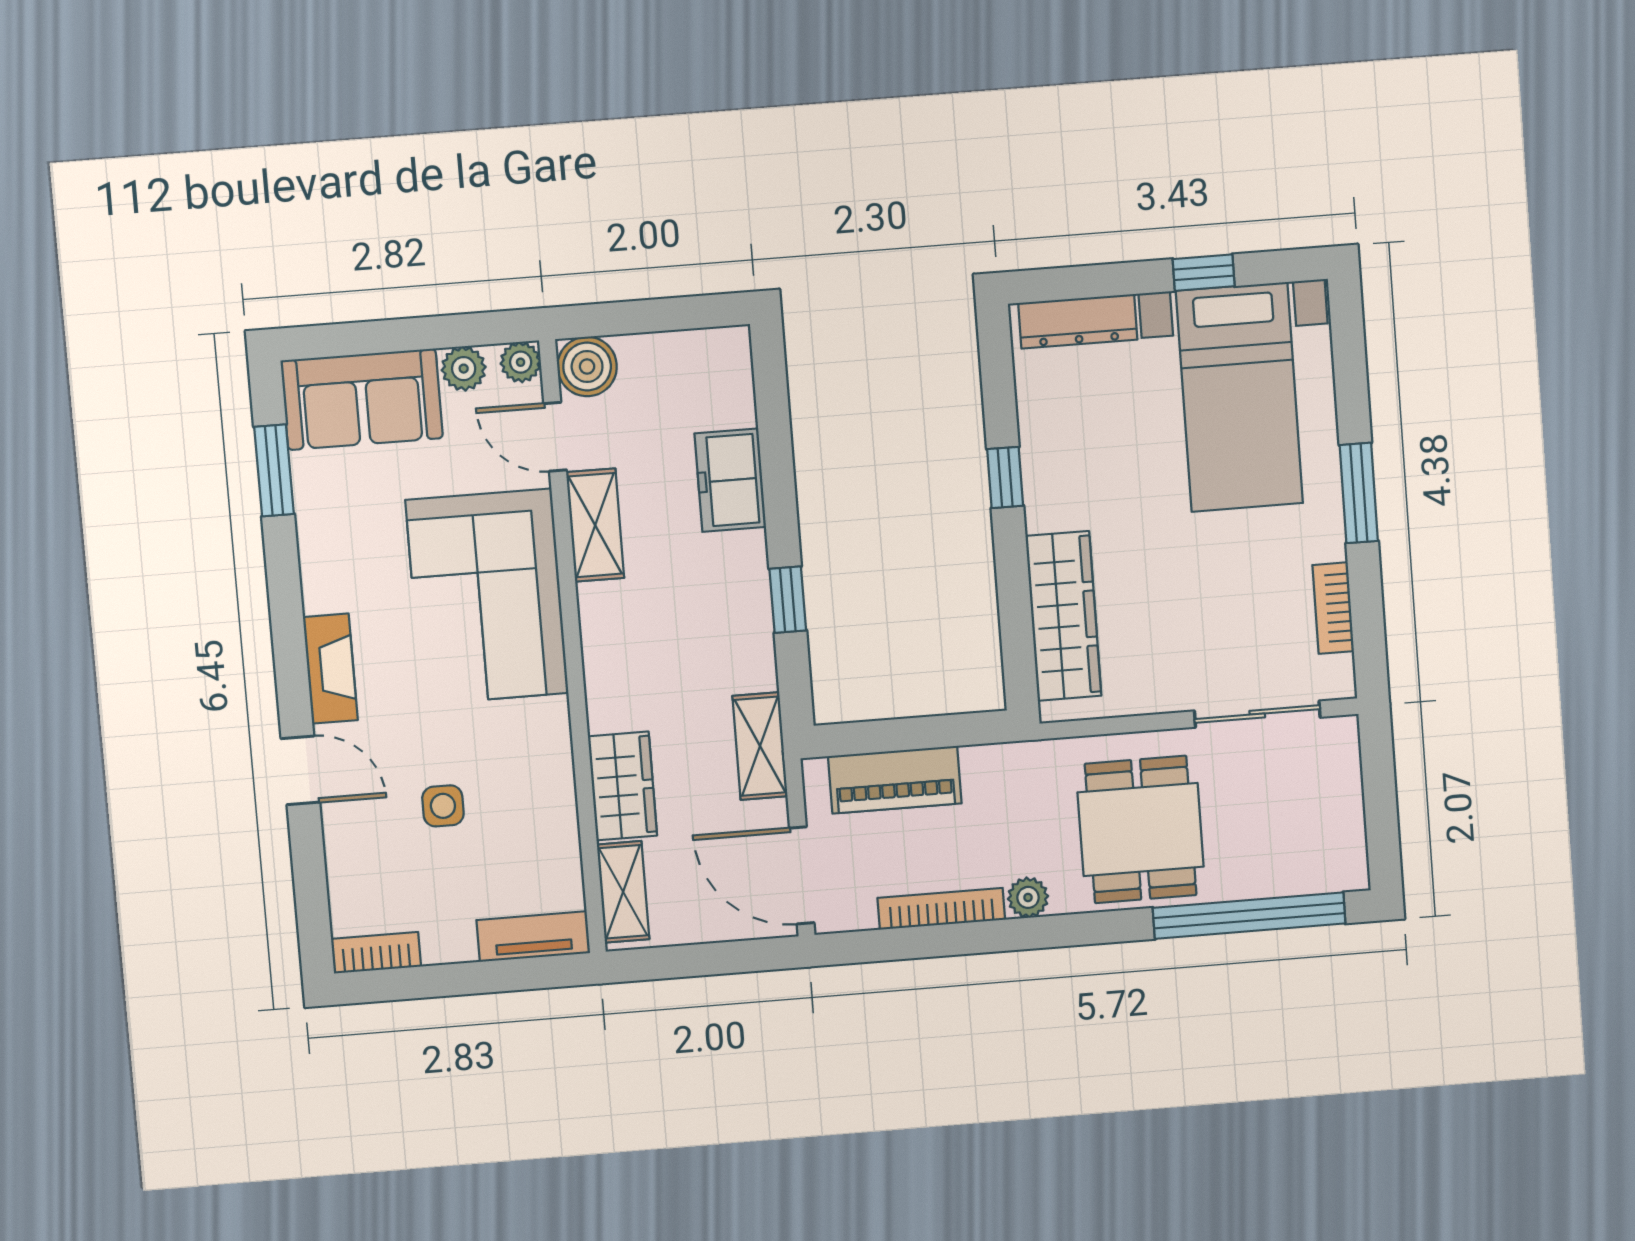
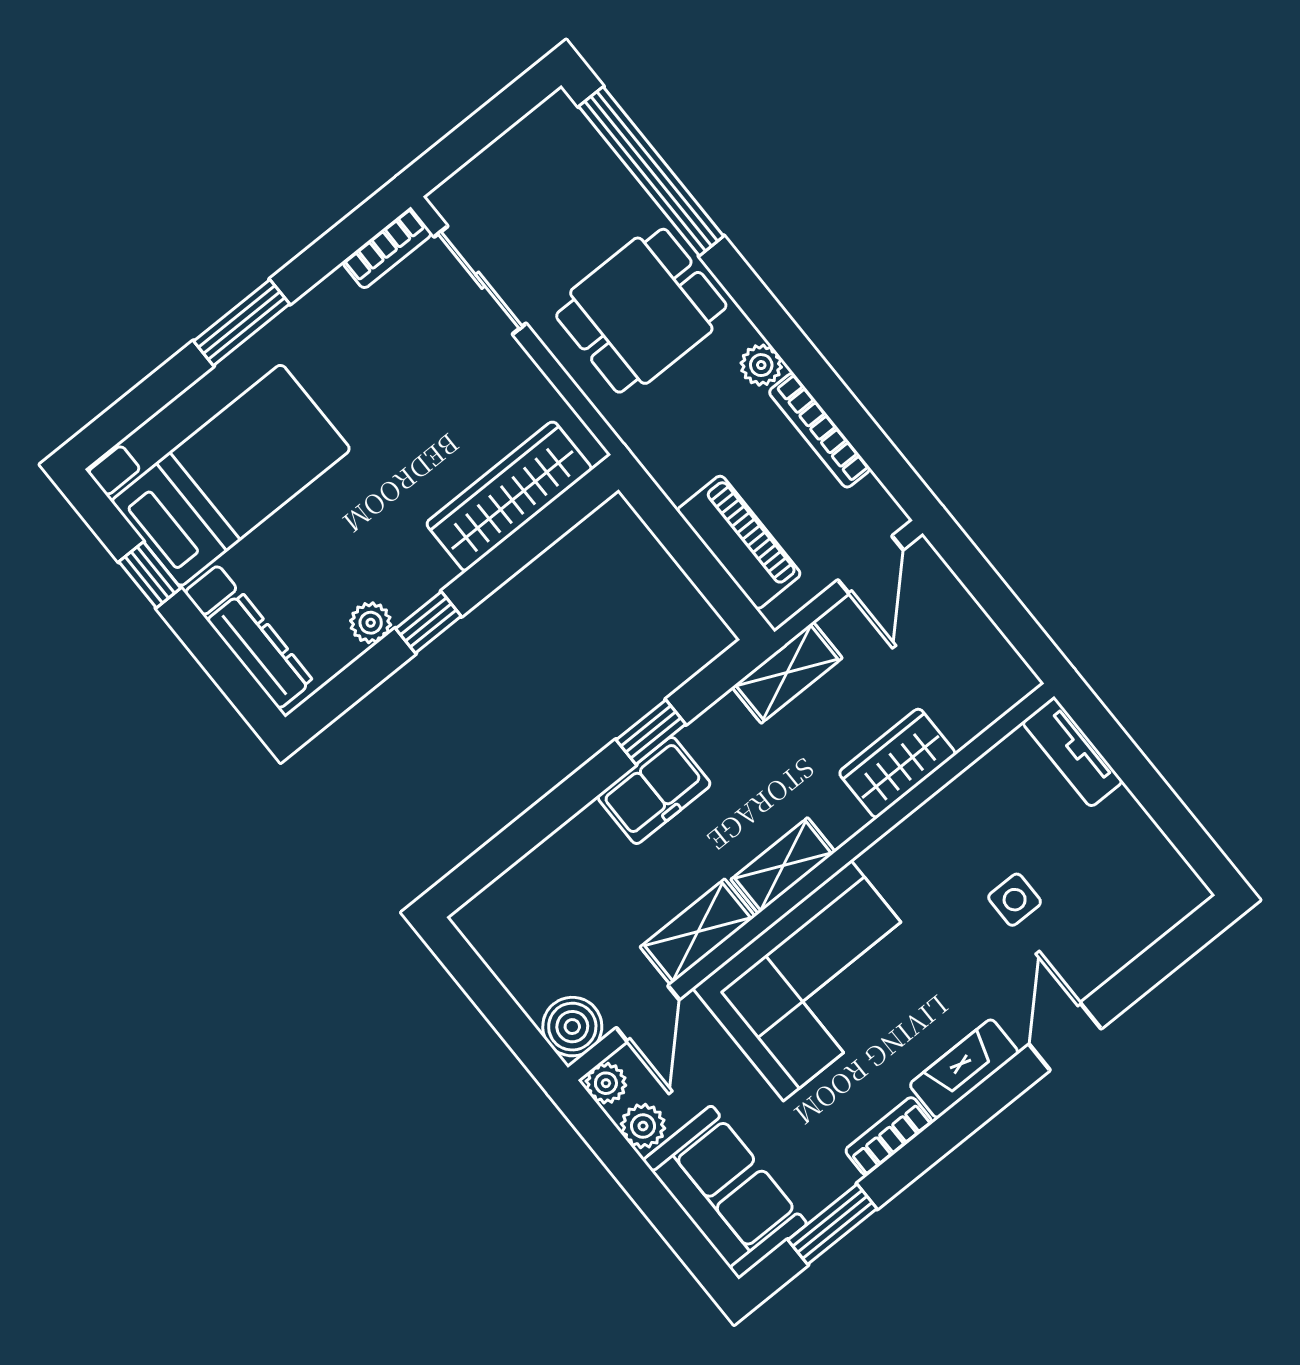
plant: (1038, 429) -> (371, 623), added
freezer: (730, 480) -> (654, 790), moved
bookcase: (1333, 608) -> (387, 248), moved
door: (802, 875) -> (871, 565), width x0.73
shelving: (623, 892) -> (783, 866), moved
bookcase: (376, 953) -> (889, 1136), moved, turned 90

